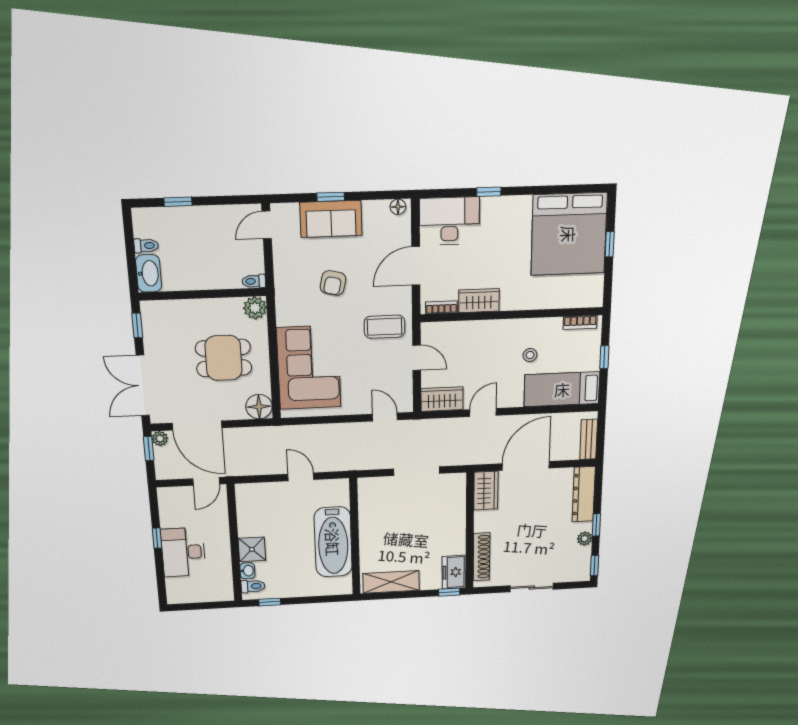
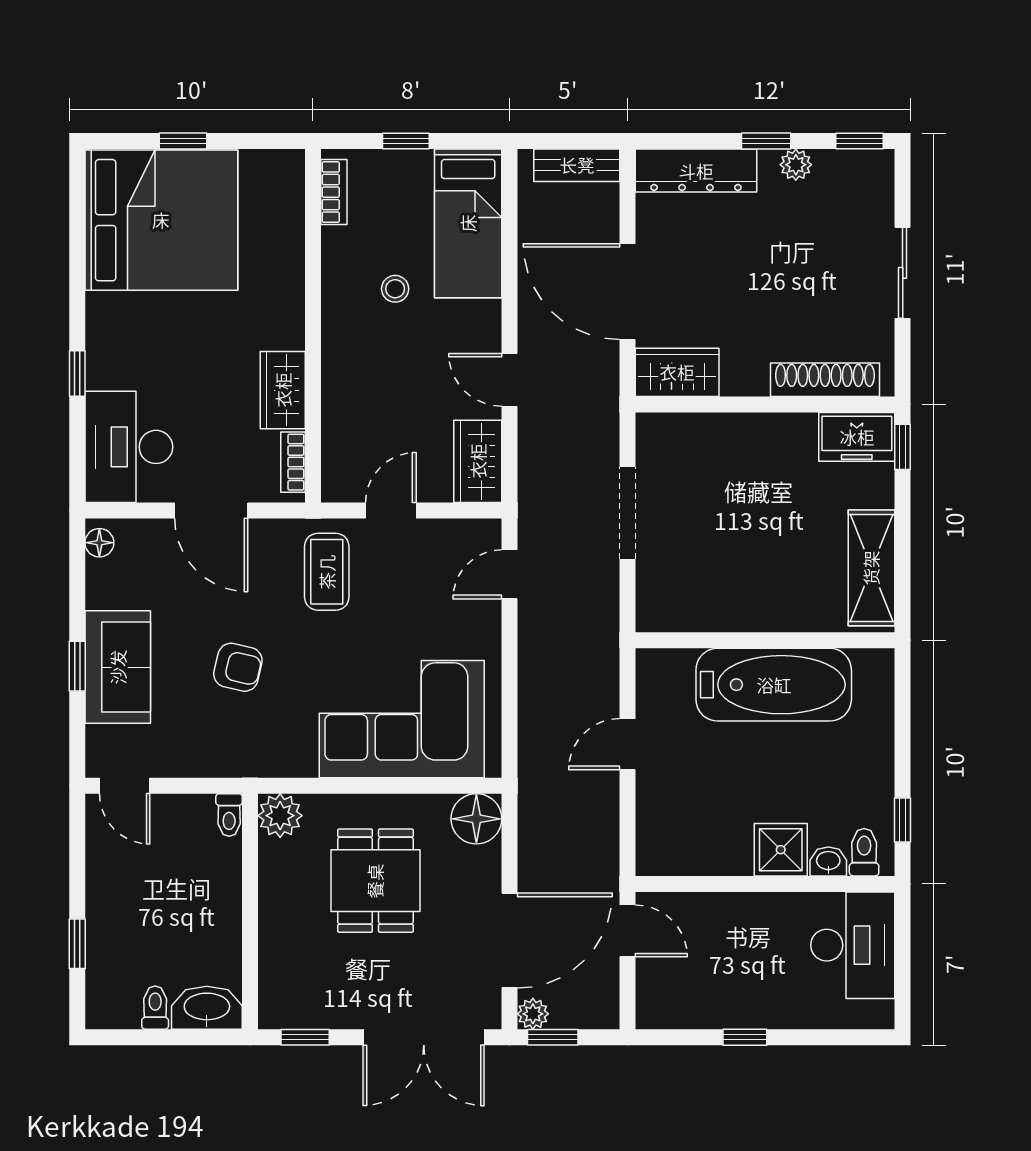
desk: (183, 552) -> (853, 945), moved, turned -90

